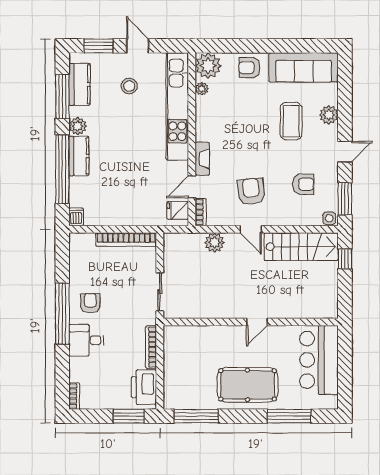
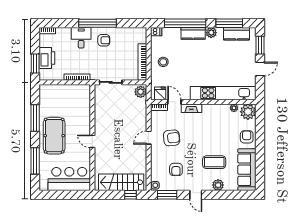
stool: (129, 86) -> (163, 62), moved
plant: (215, 242) -> (141, 92), moved
stairs: (301, 247) -> (121, 182), moved, turned 90
printer: (144, 387) -> (47, 58), moved, turned 90
window: (196, 416) -> (35, 118), moved

